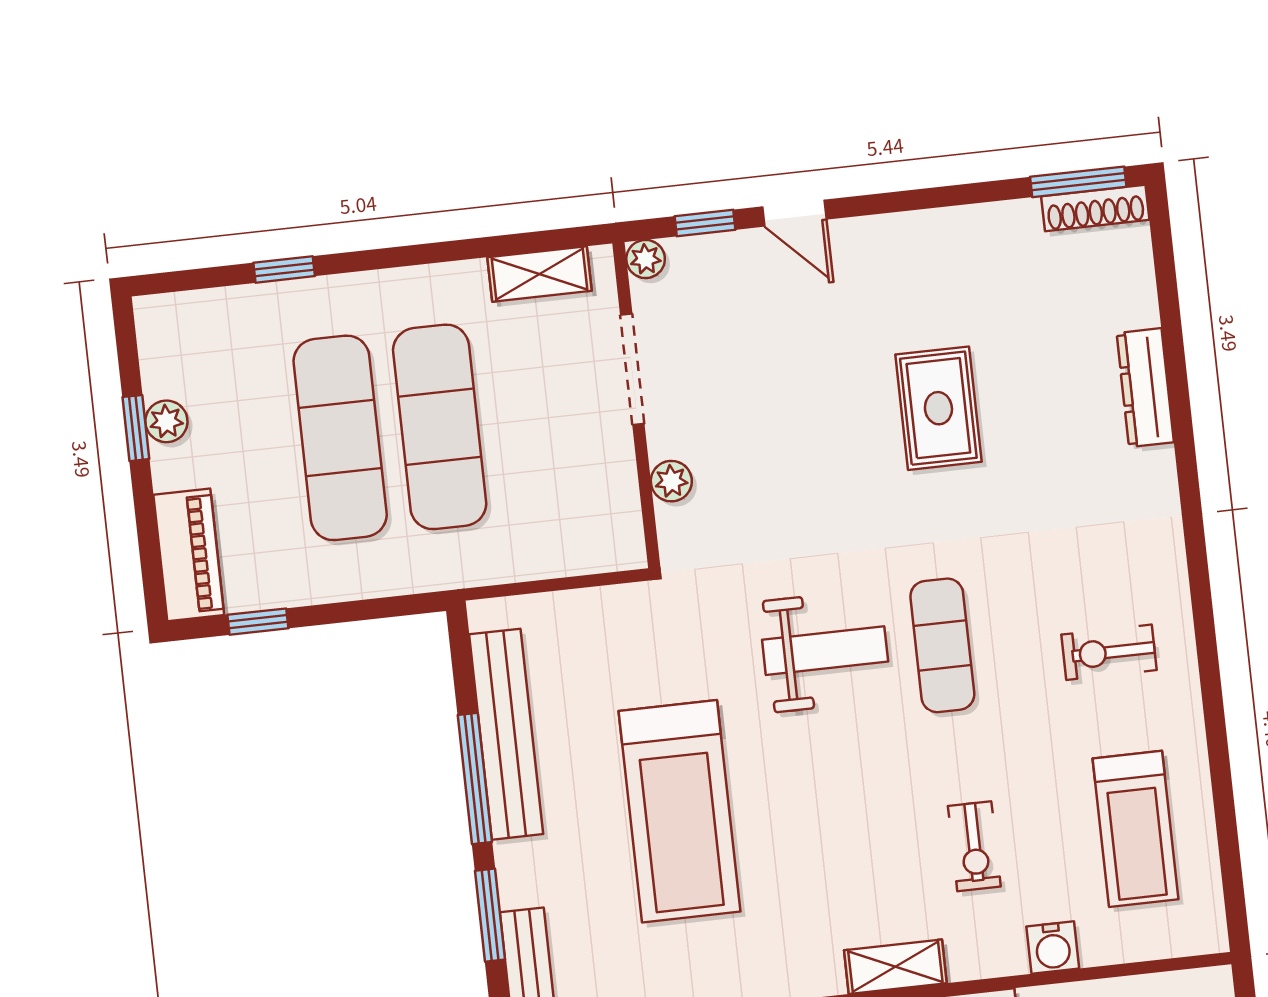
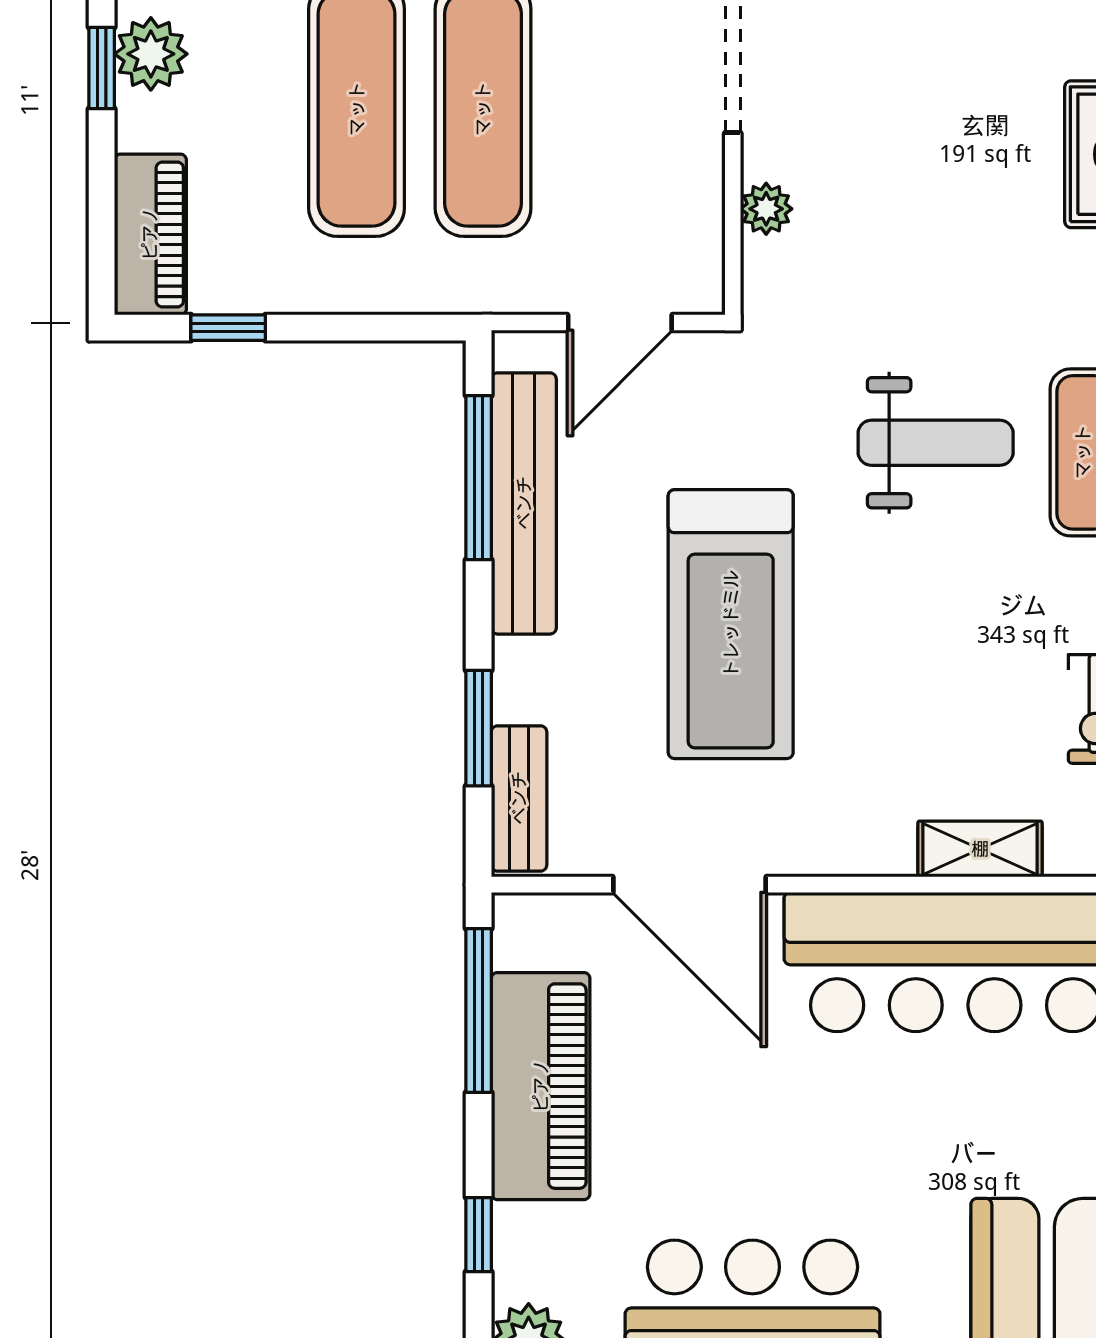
plant: (166, 421) -> (151, 54), width x1.38, depth x1.38
door: (566, 583) -> (620, 323), added
window: (475, 779) -> (479, 478), moved

